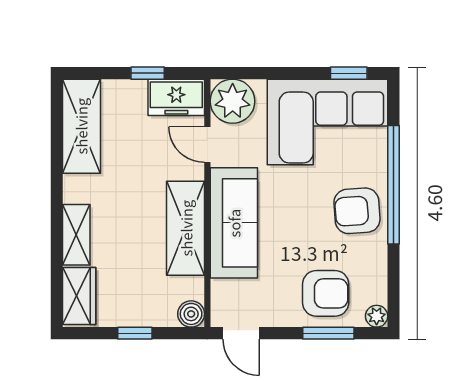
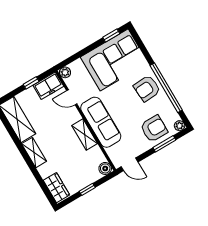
plant: (233, 101) -> (65, 72), width x0.53, depth x0.53
window: (393, 185) -> (166, 88), moved
shelving: (186, 228) -> (85, 135), width x0.67, depth x0.75
shelving: (76, 235) -> (34, 153), moved

